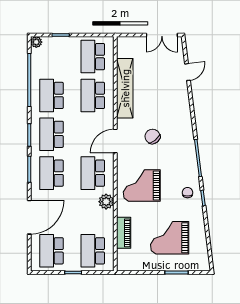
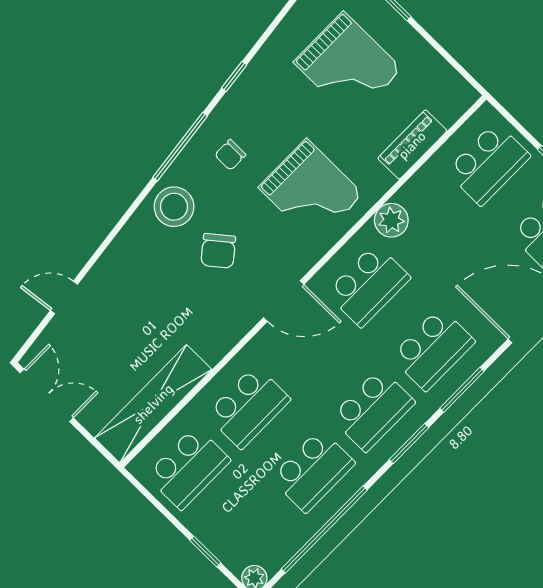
shelving: (125, 88) -> (153, 404), moved
stool: (181, 137) -> (174, 207), added
chair: (188, 193) -> (230, 155), moved

